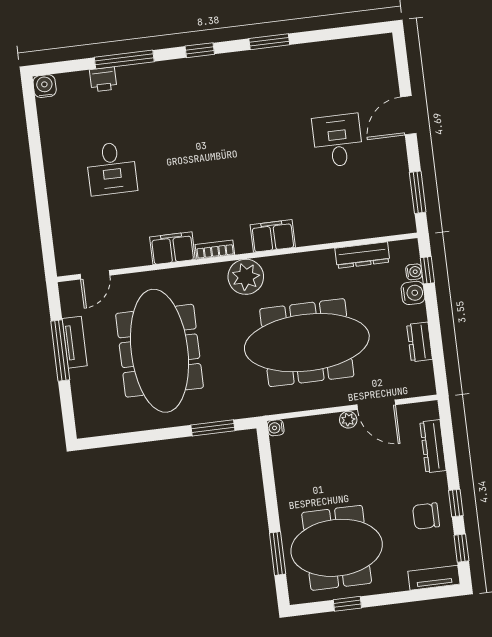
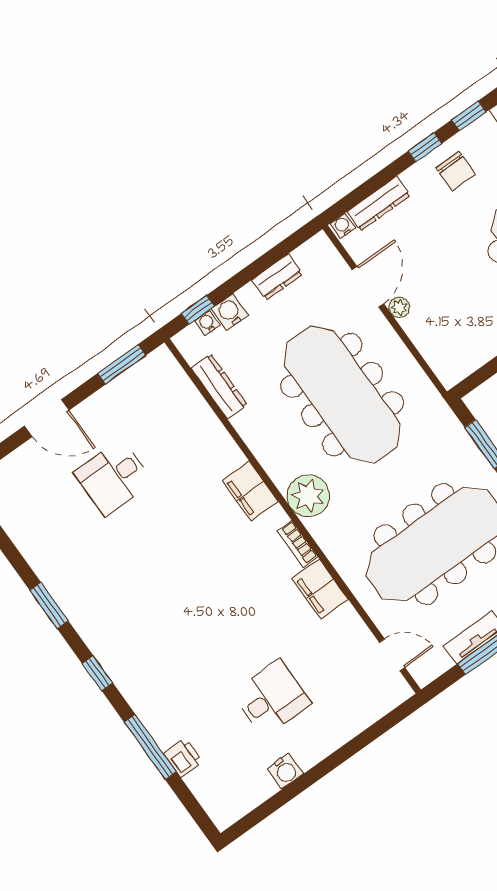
water cooler: (45, 86) -> (285, 771), moved, turned -90
water cooler: (276, 428) -> (343, 226), moved, turned 180

